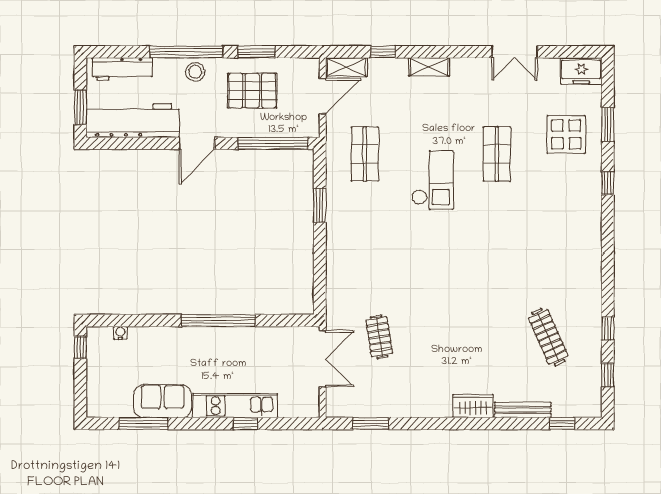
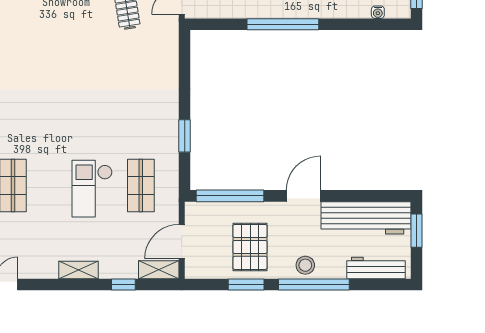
pallet: (252, 91) -> (250, 247), turned 90
checkout: (433, 180) -> (92, 189), moved

